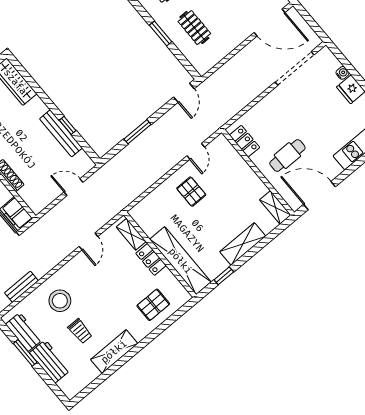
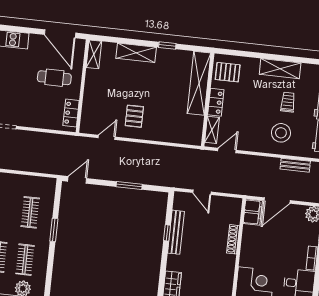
shelving: (131, 234) -> (212, 130), moved
wall: (160, 255) -> (208, 100), moved
locker: (151, 259) -> (216, 102), moved
shelving: (180, 261) -> (199, 83), moved

